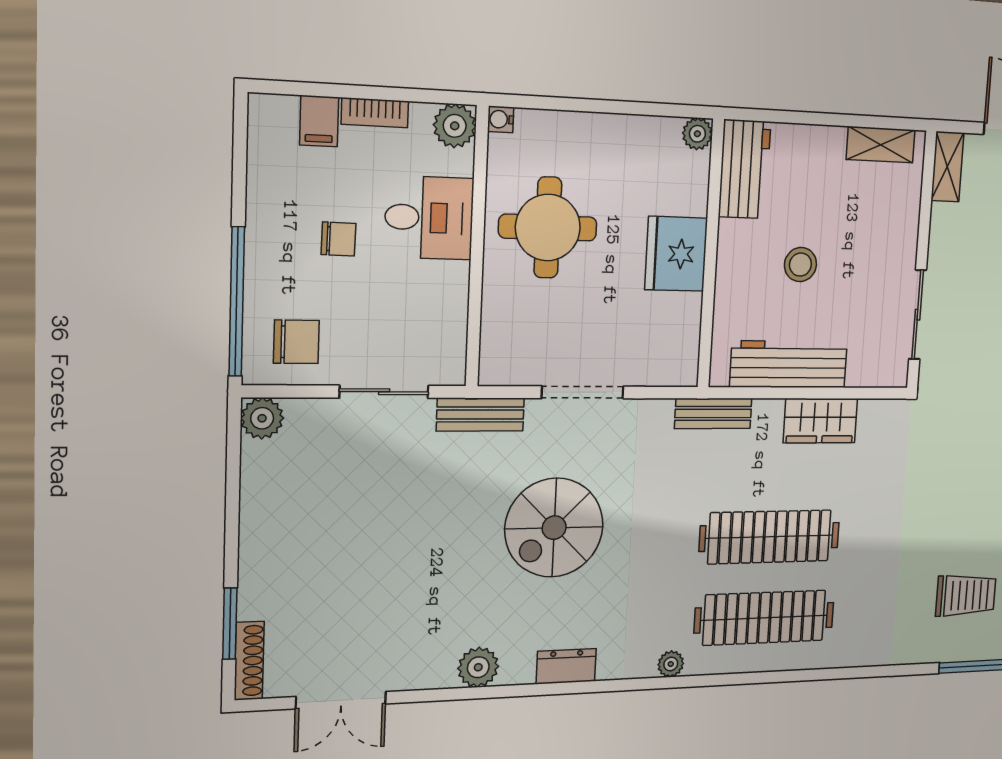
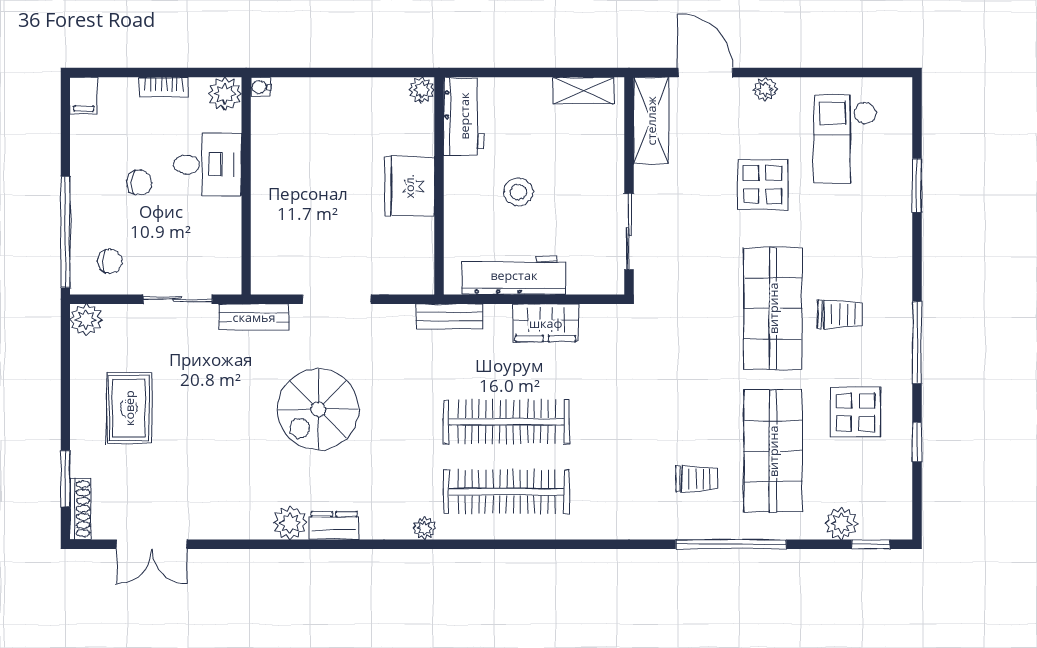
filing cabinet: (319, 121) -> (84, 96), moved
shelving: (947, 167) -> (651, 121), width x1.50, depth x1.33
round table: (548, 228) -> (302, 169), removed
chair: (296, 342) -> (110, 261), width x0.73, depth x0.73
rug: (316, 531) -> (129, 408), added
trolley: (966, 595) -> (697, 479), width x0.73, depth x0.72
plant: (478, 667) -> (290, 523), moved

